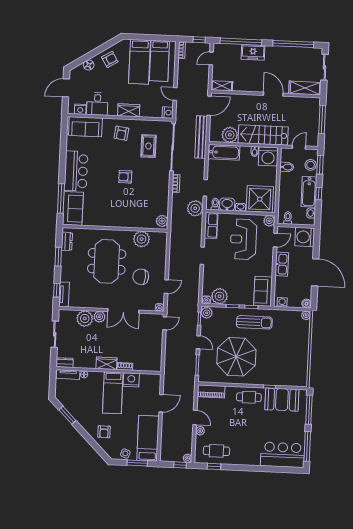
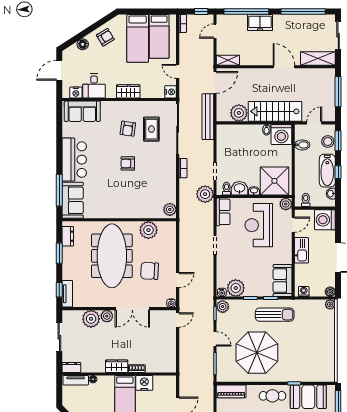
armchair: (121, 133) -> (128, 129), moved
bathtub: (224, 152) -> (234, 132), removed
meeting table: (107, 261) -> (112, 256), width x1.36

